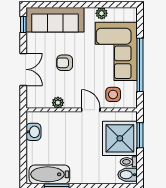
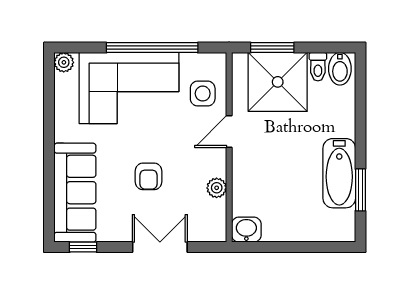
plant: (102, 13) -> (64, 62), moved
washbasin: (33, 132) -> (246, 230), moved
bathtub: (49, 174) -> (339, 173), moved

